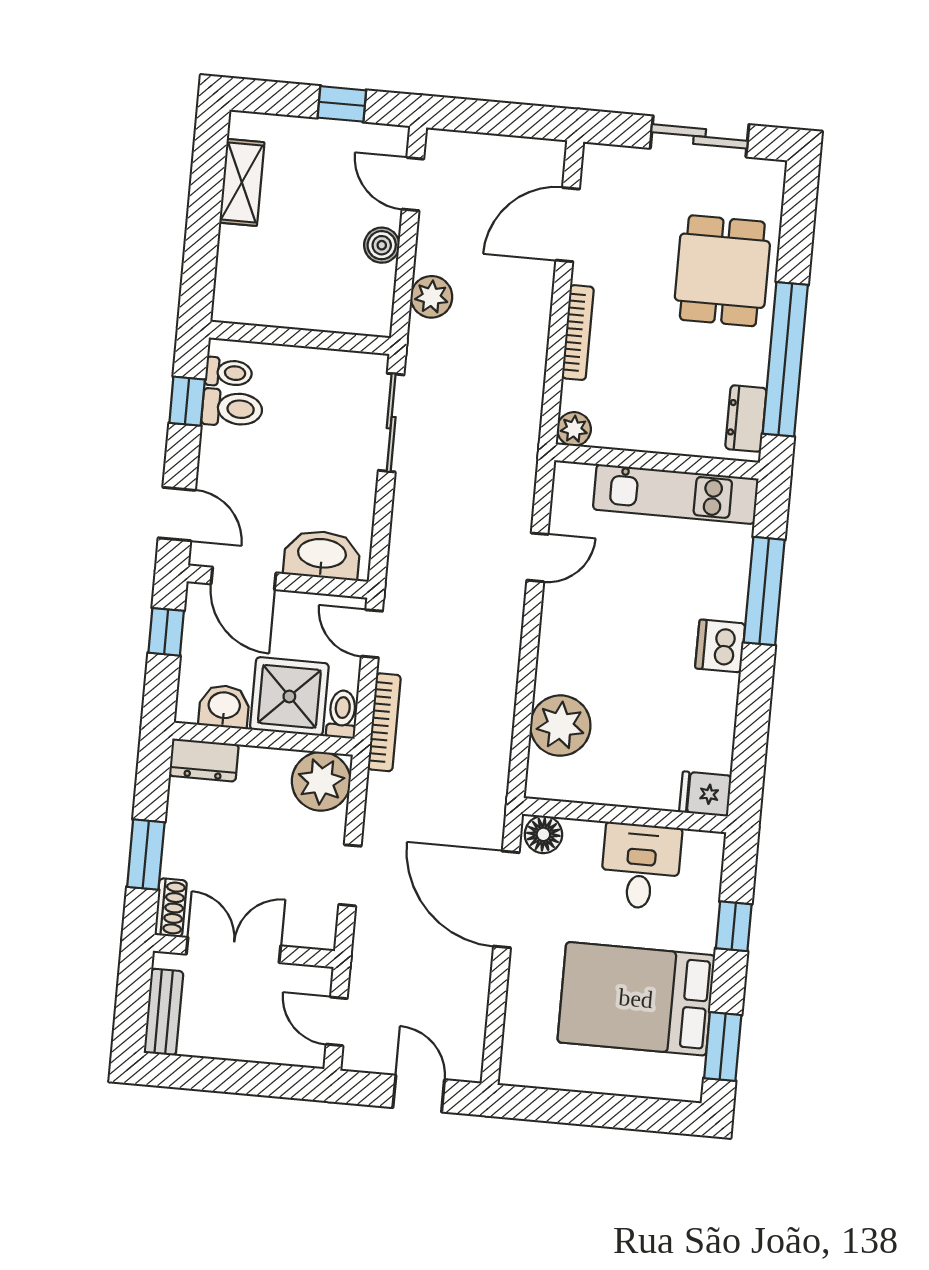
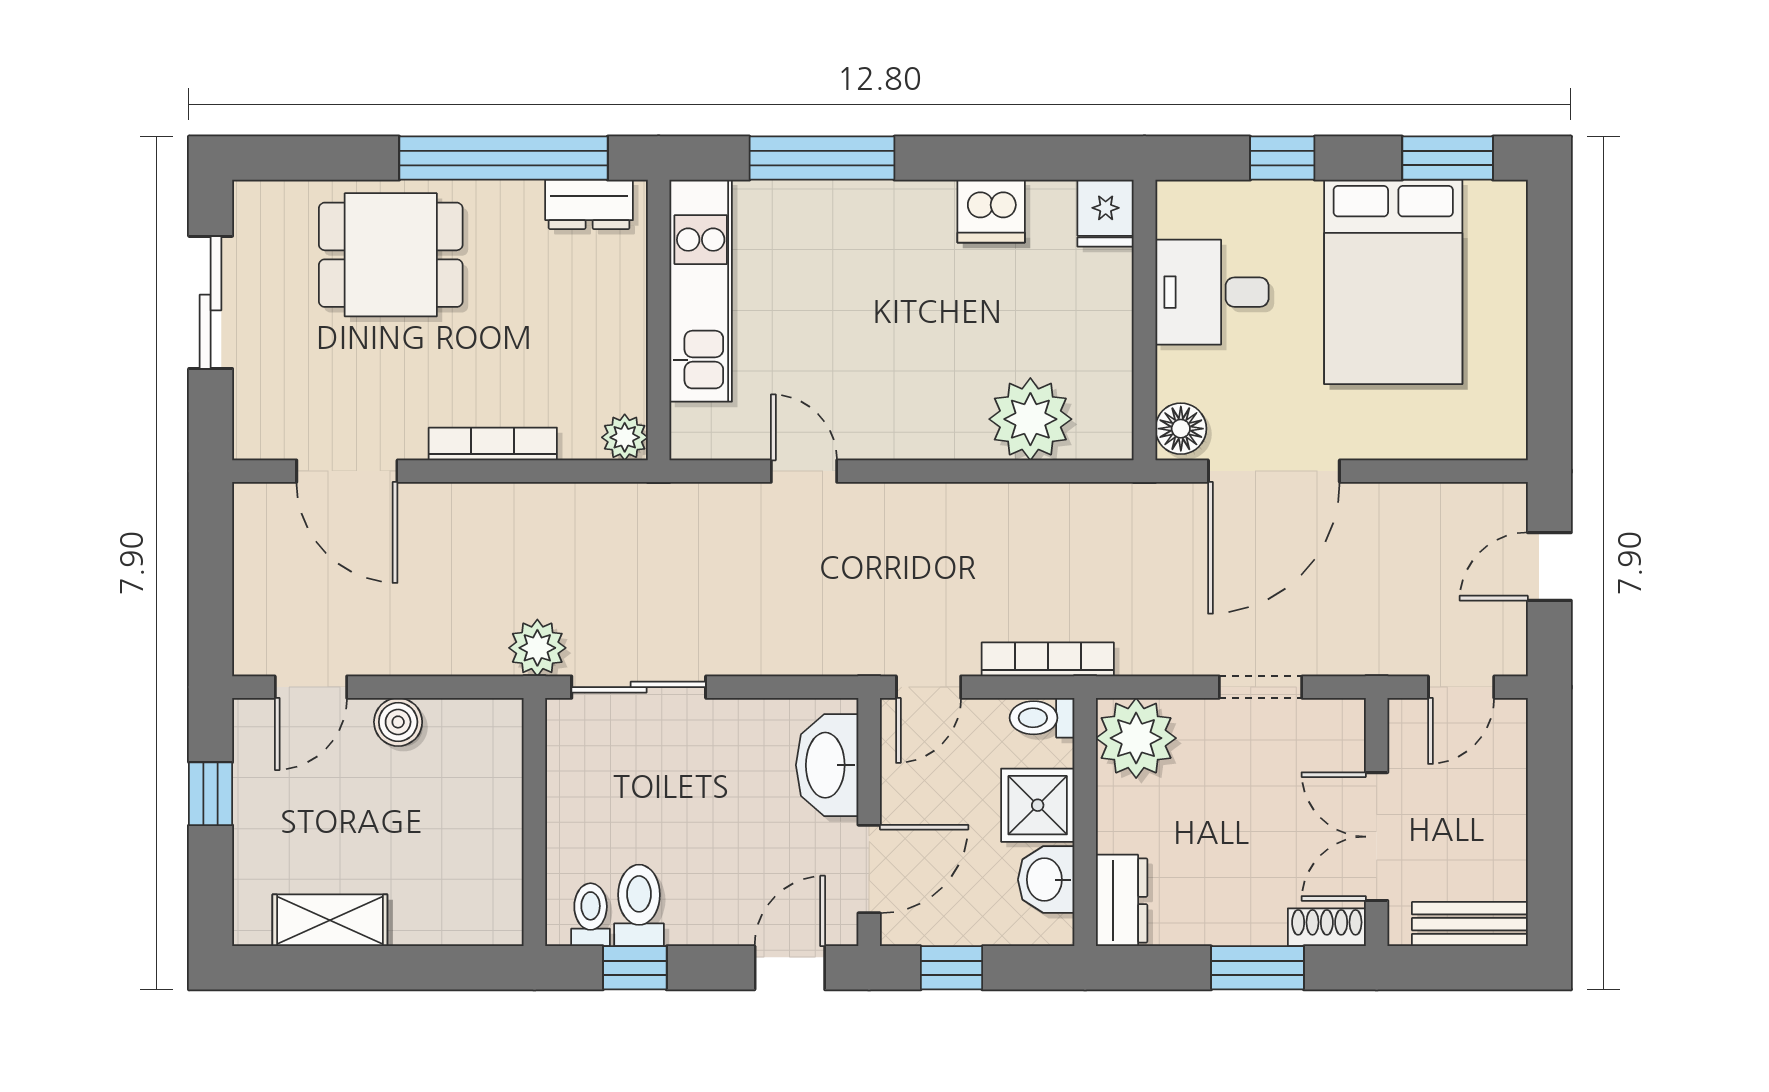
plant: (431, 297) -> (537, 648), moved
dishwasher: (720, 646) -> (991, 211), moved
shower: (289, 696) -> (1038, 805), width x0.73, depth x0.73

